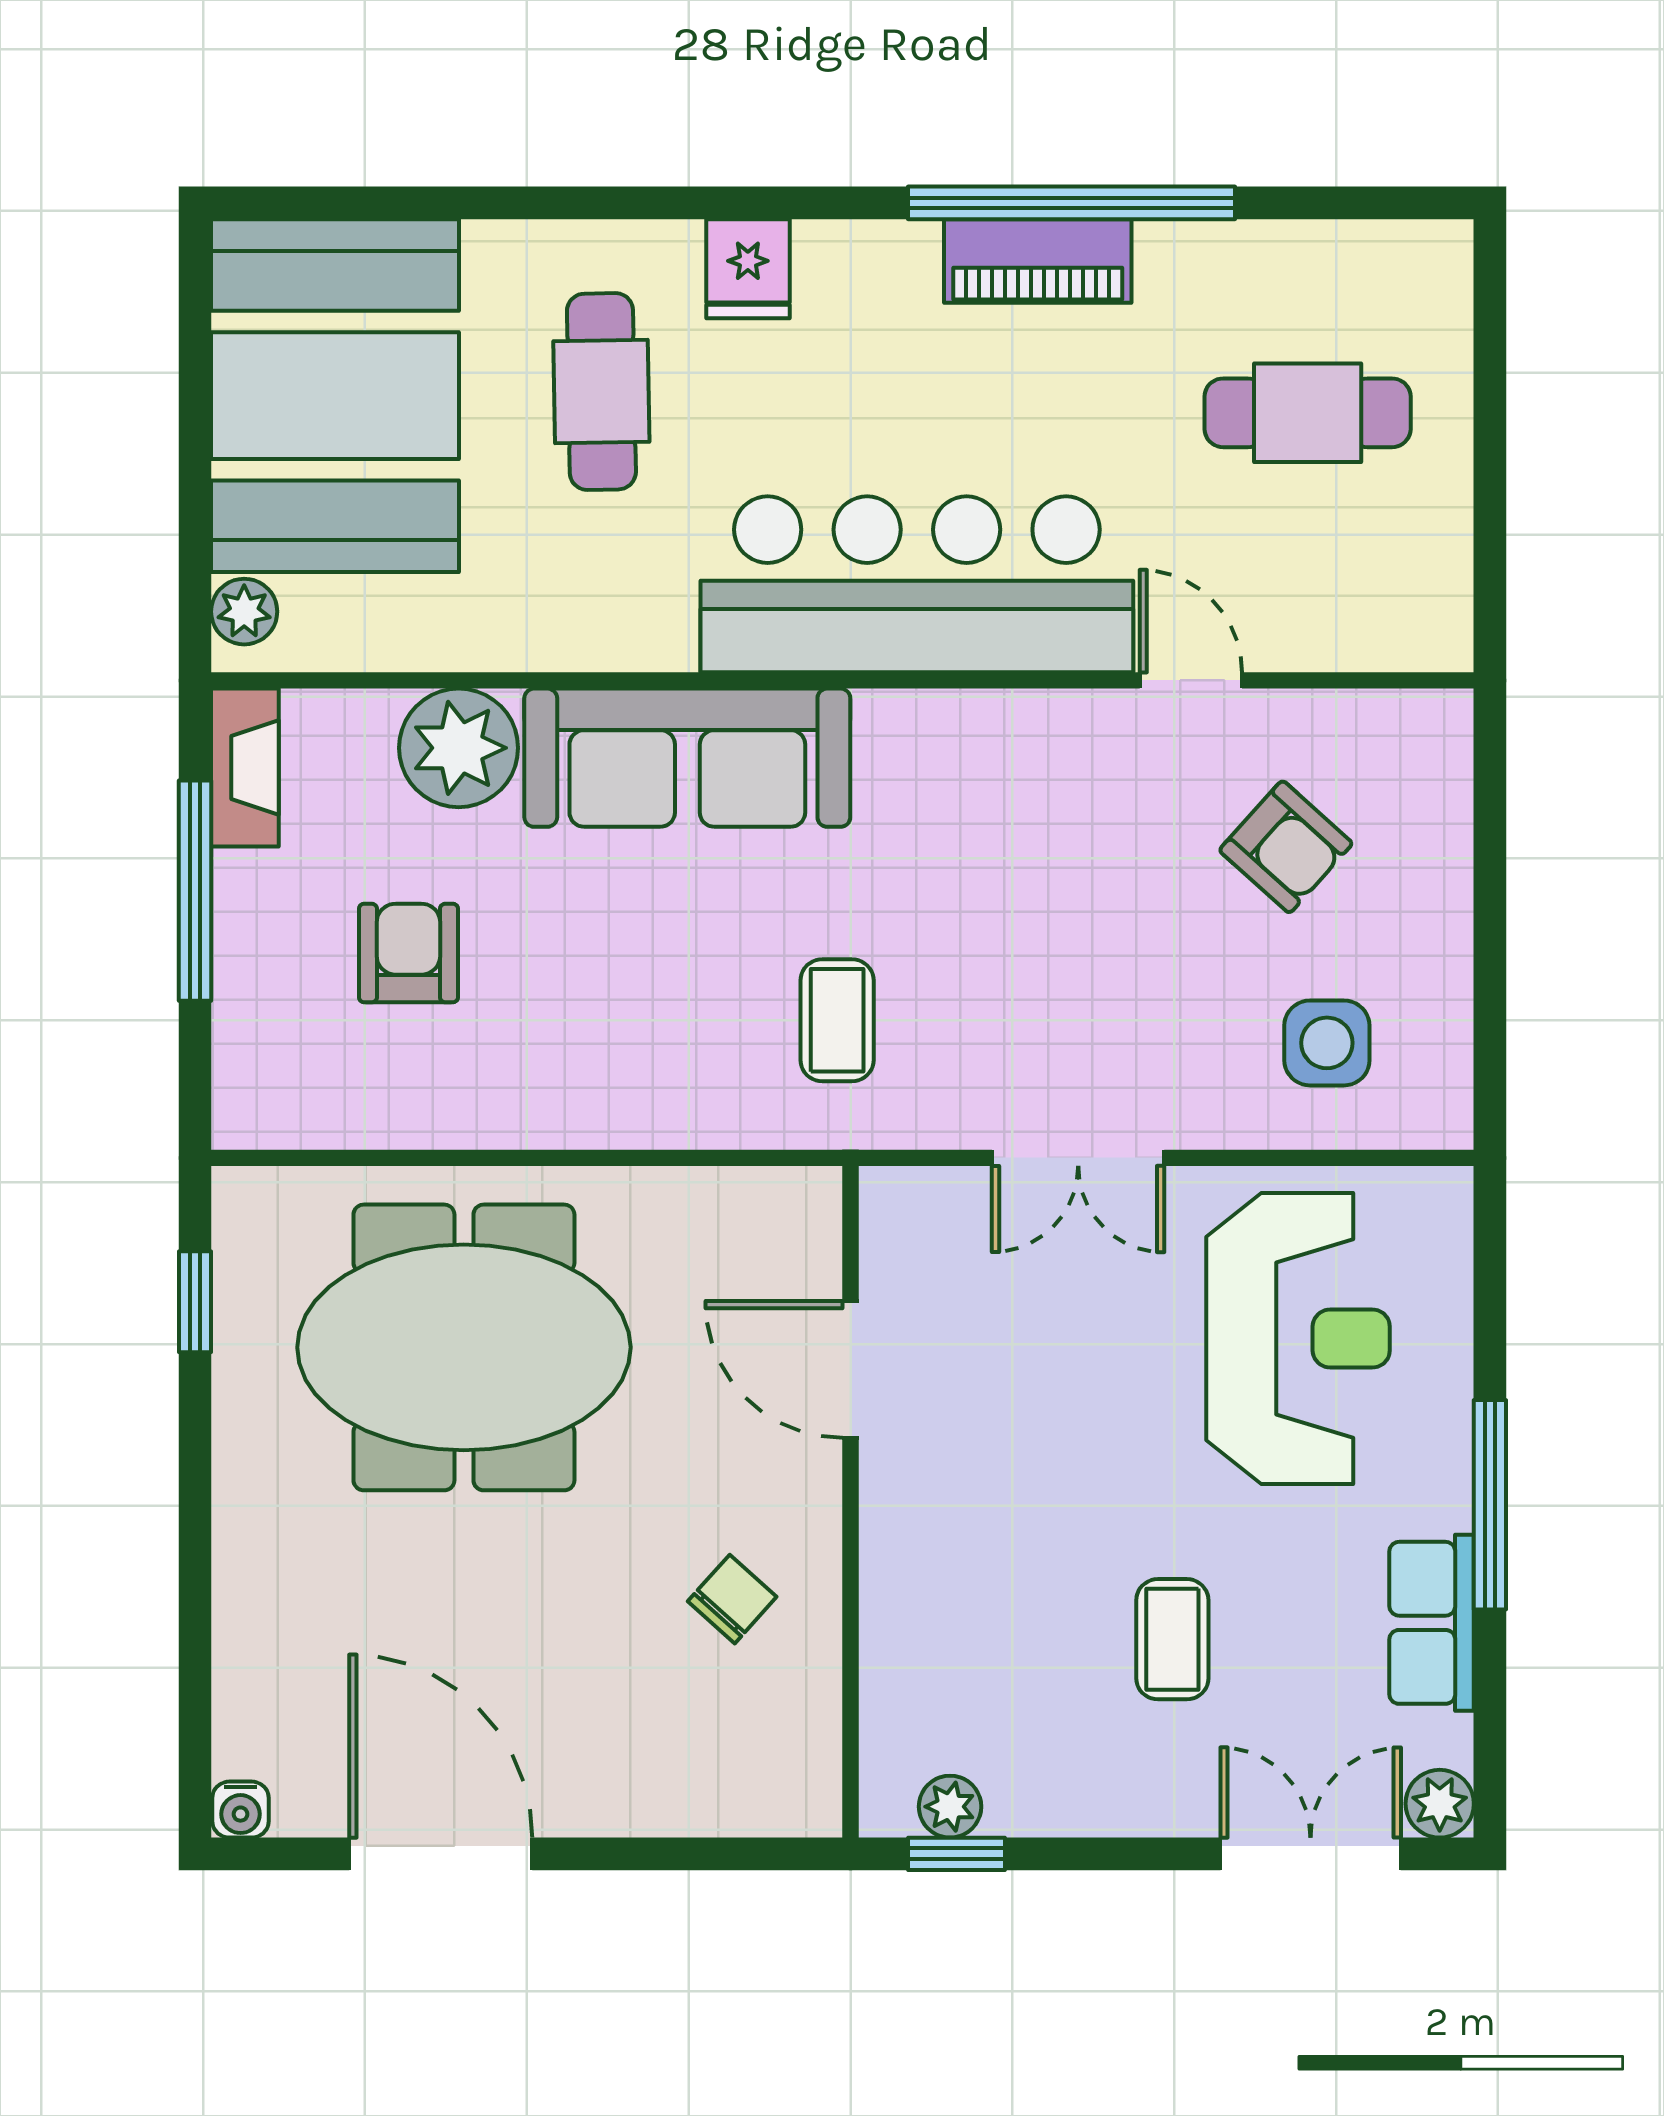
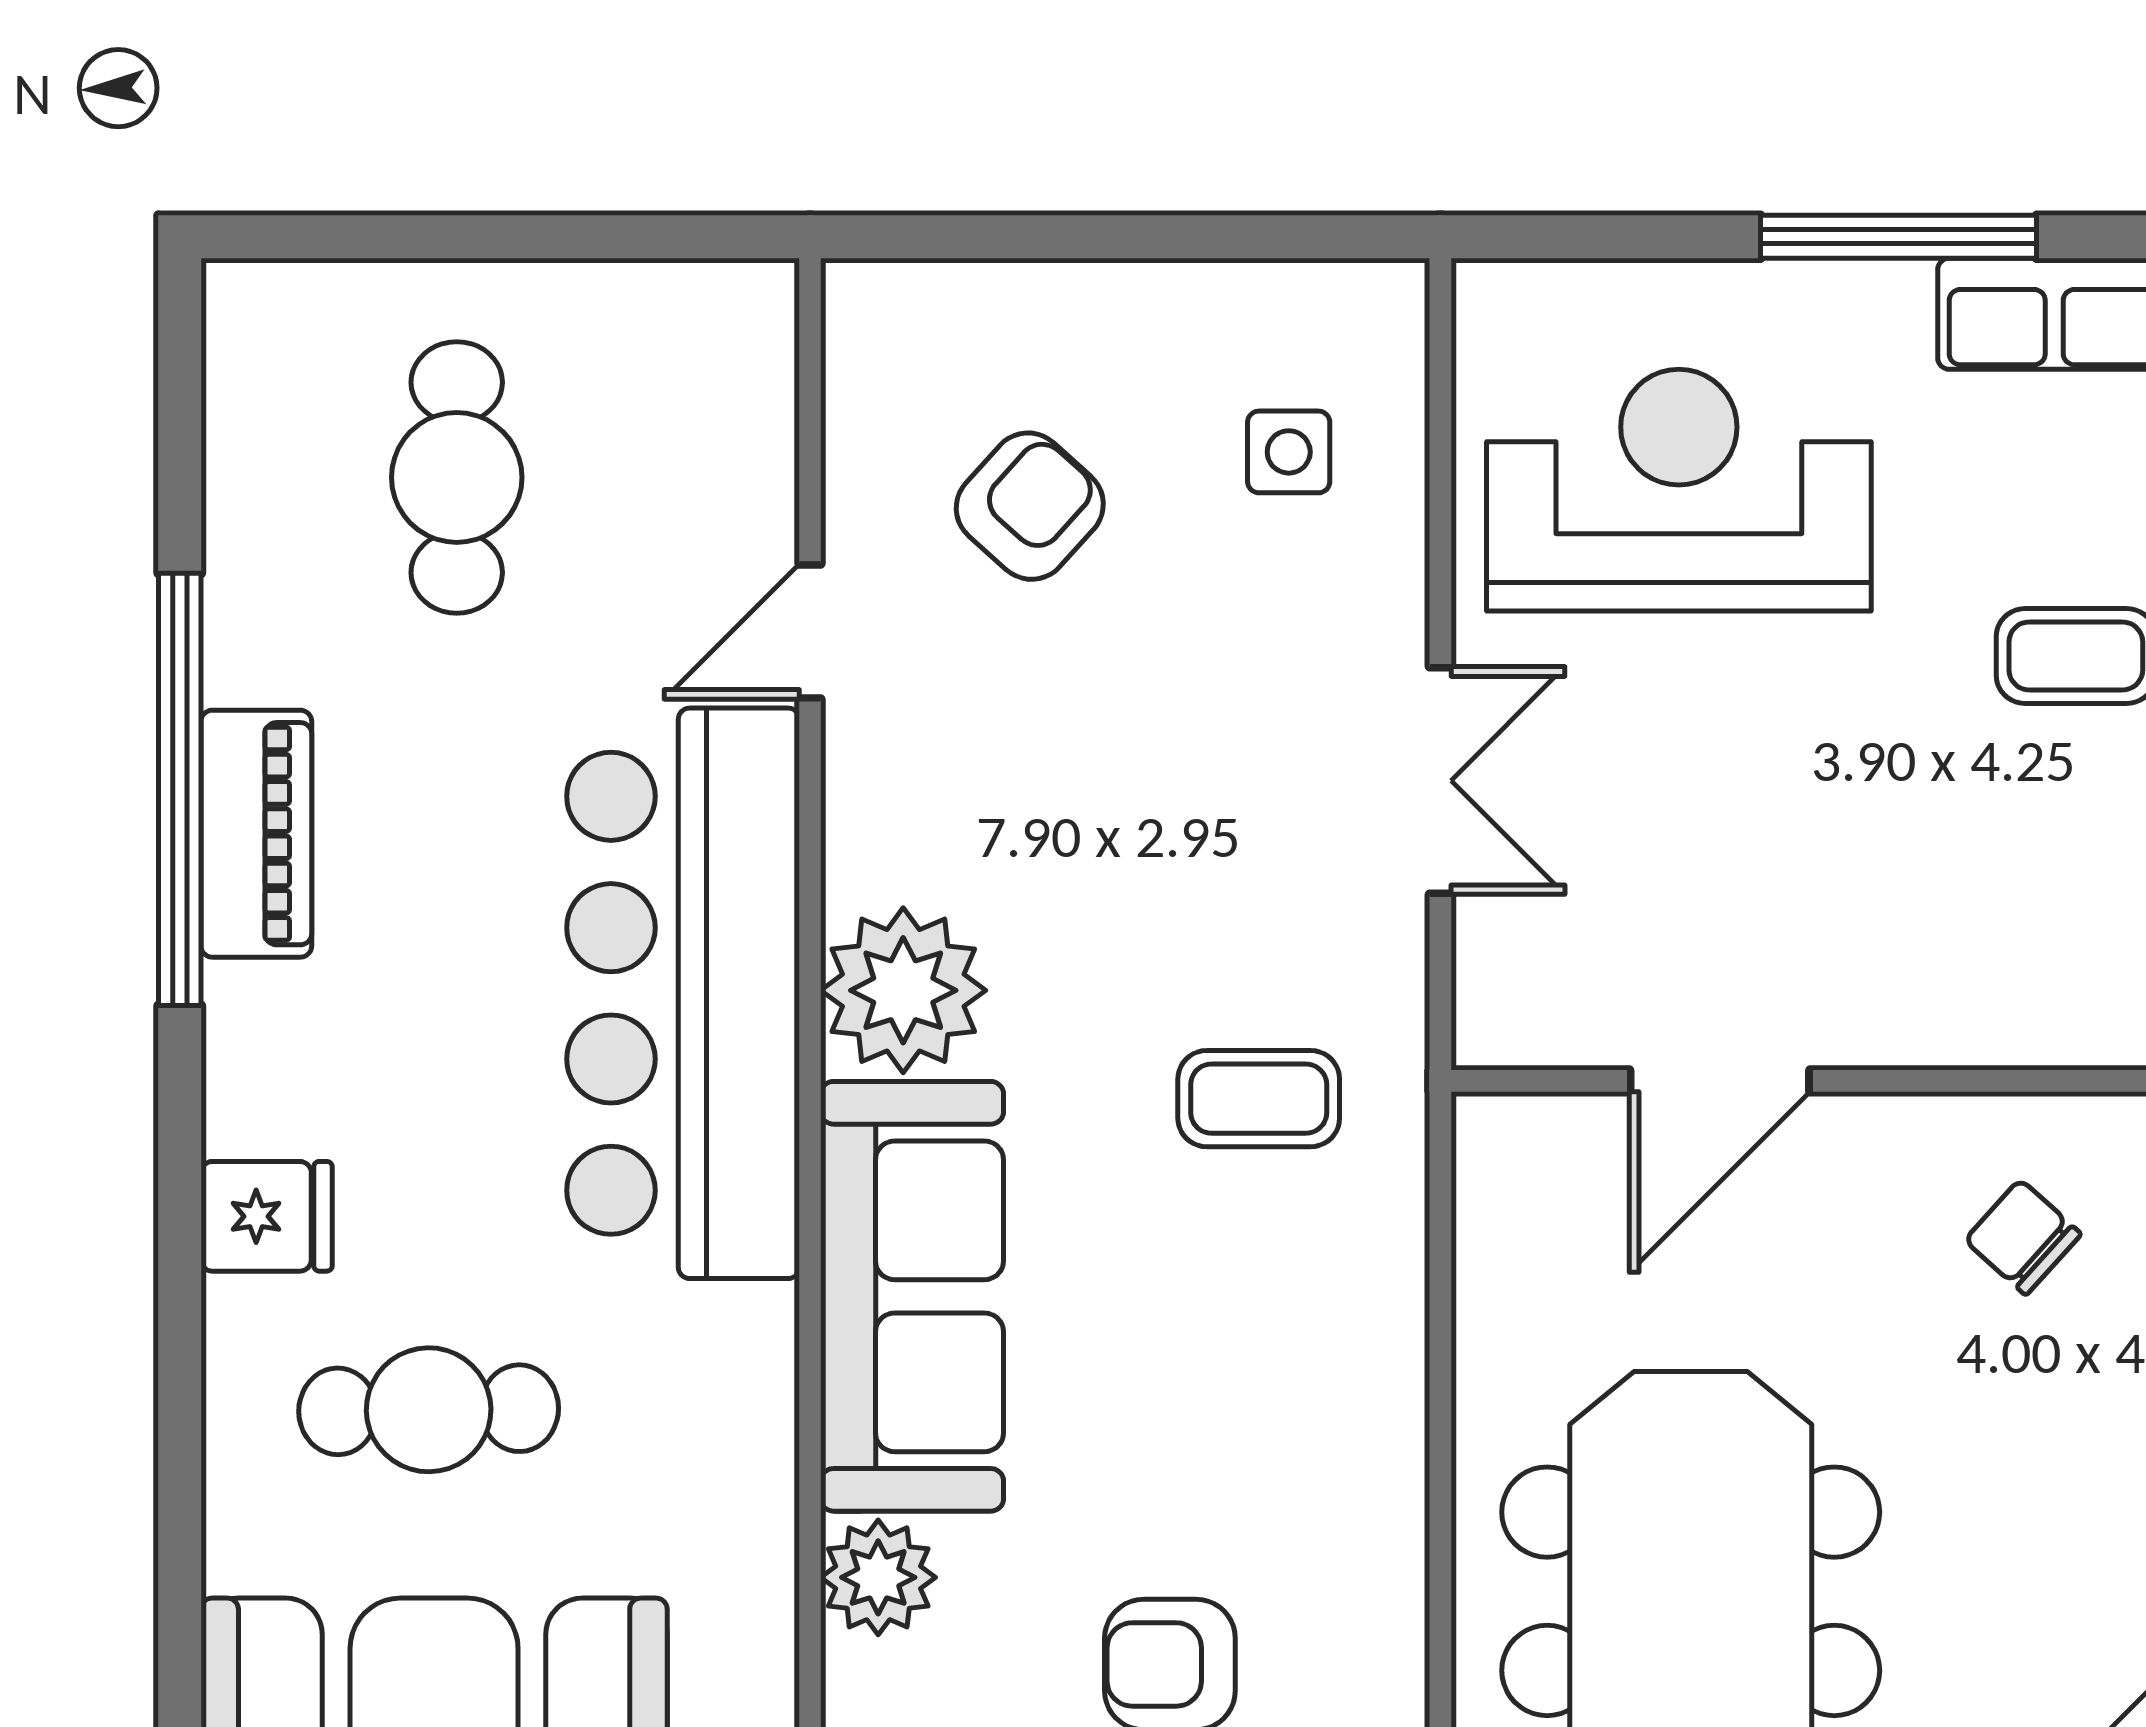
plant: (459, 748) -> (878, 1577), width x0.73, depth x0.73
plant: (919, 751) -> (903, 990), added
side table: (1327, 1043) -> (1289, 452), width x0.73, depth x0.73

